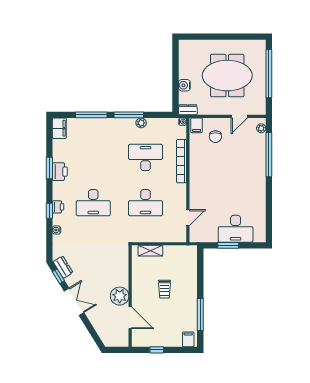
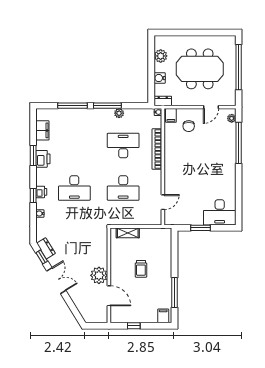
plant: (185, 62) -> (161, 56), added
filing cabinet: (59, 128) -> (42, 130), moved
desk: (236, 229) -> (220, 212), moved

